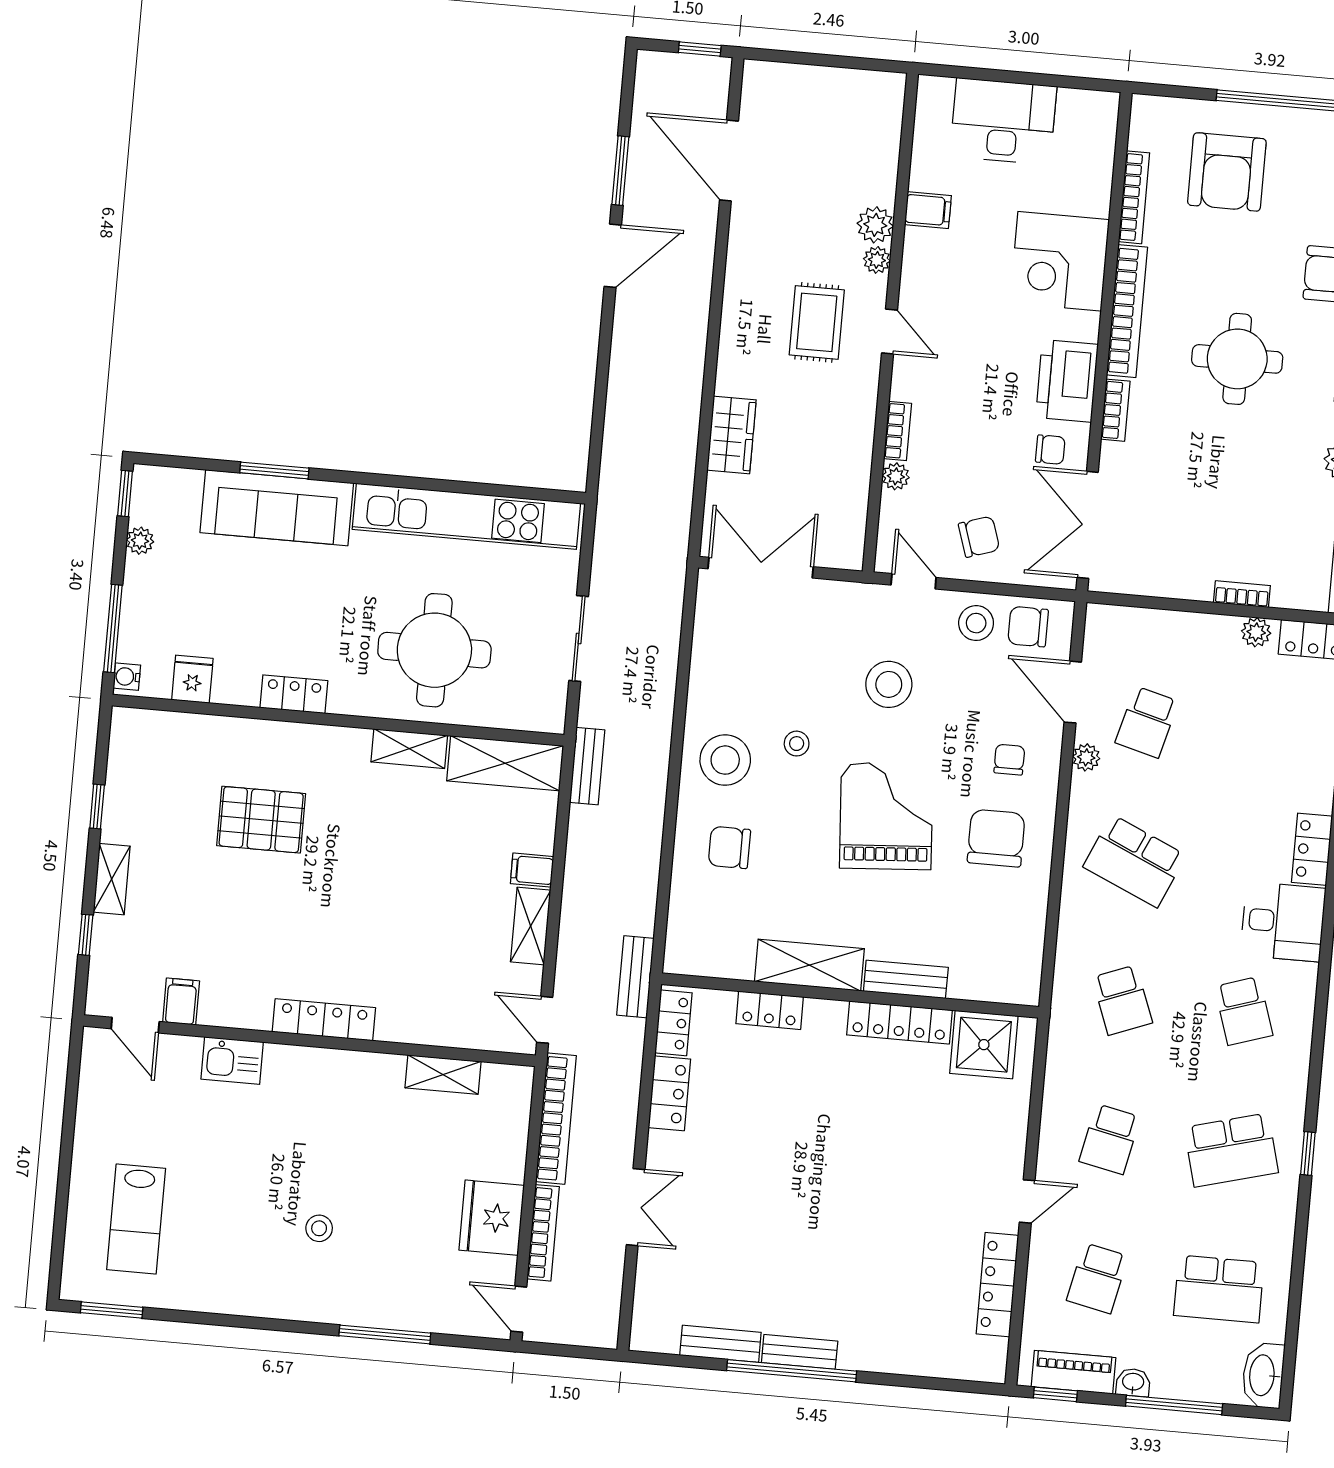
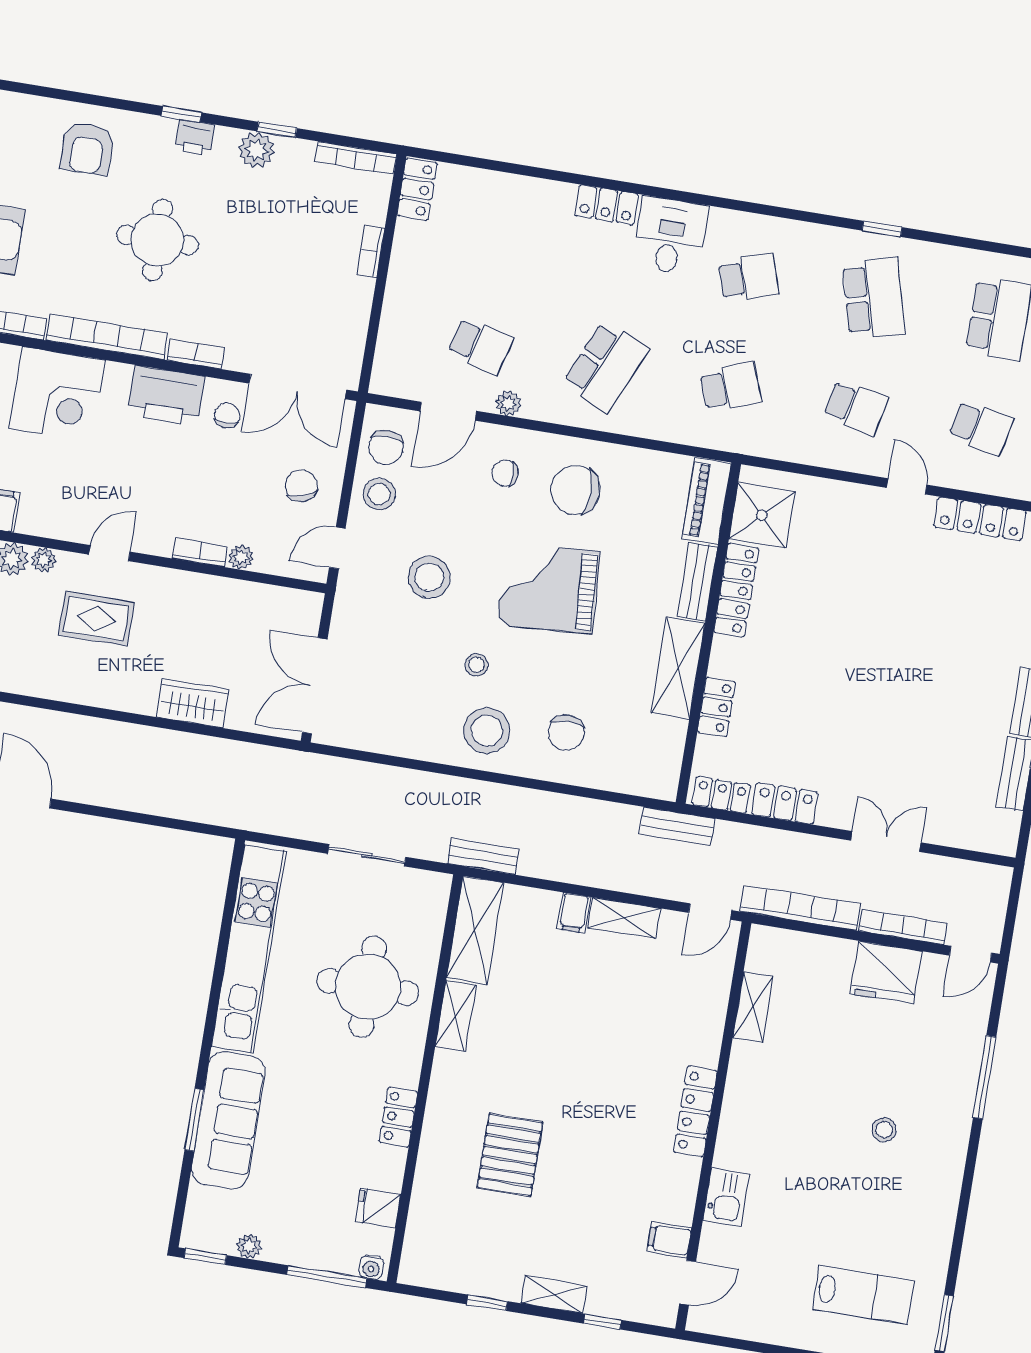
plant: (1256, 632) -> (406, 241), removed
piano: (995, 983) -> (707, 501), added

